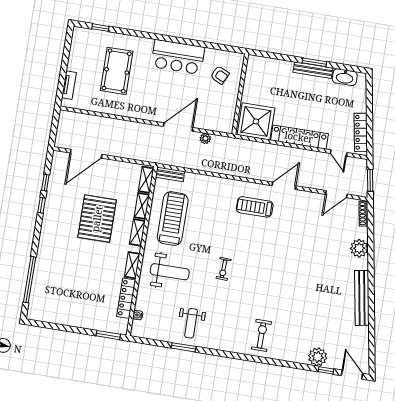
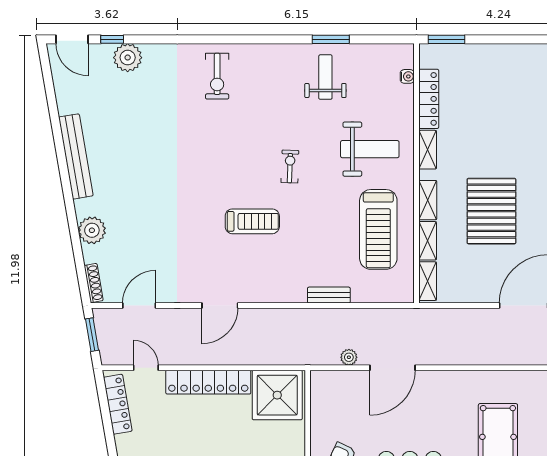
bench: (170, 174) -> (329, 295), moved
treadmill: (255, 207) -> (252, 221), moved
weight bench: (170, 272) -> (370, 149), turned 180

